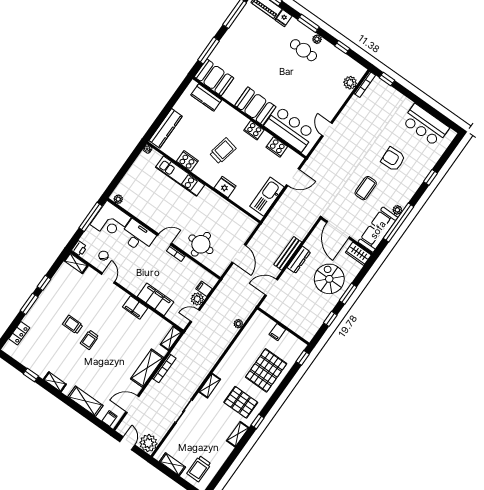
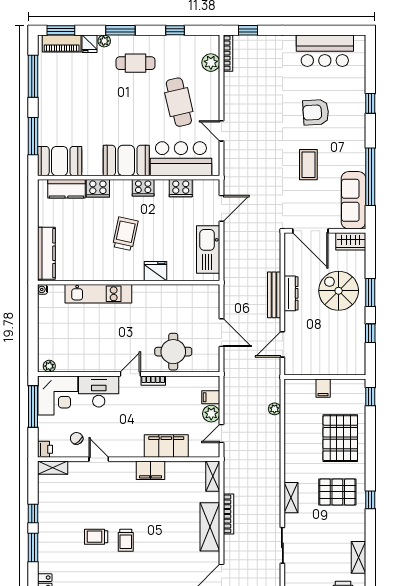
plant: (317, 39) -> (104, 41), moved
cafe table: (313, 93) -> (179, 102), added
cooker: (187, 161) -> (98, 188), moved, turned 180
plant: (397, 210) -> (359, 164), removed
shelving: (238, 434) -> (359, 557), moved

